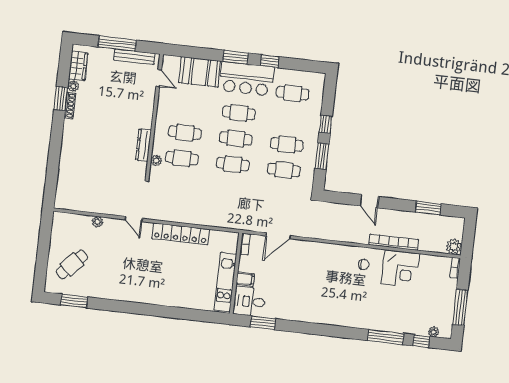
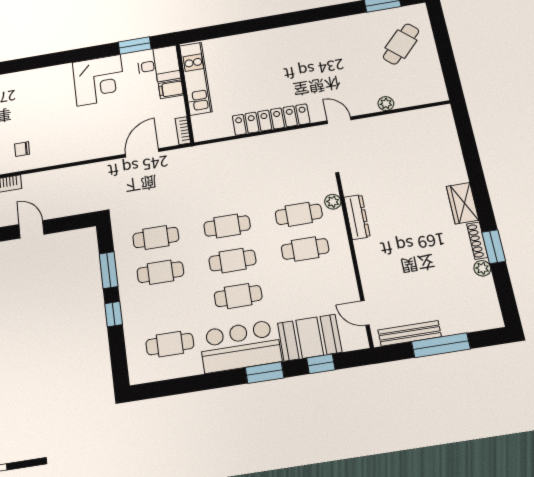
window: (270, 61) -> (321, 364), moved
wardrobe: (78, 66) -> (463, 203), moved
corner desk: (296, 302) -> (99, 80), added

